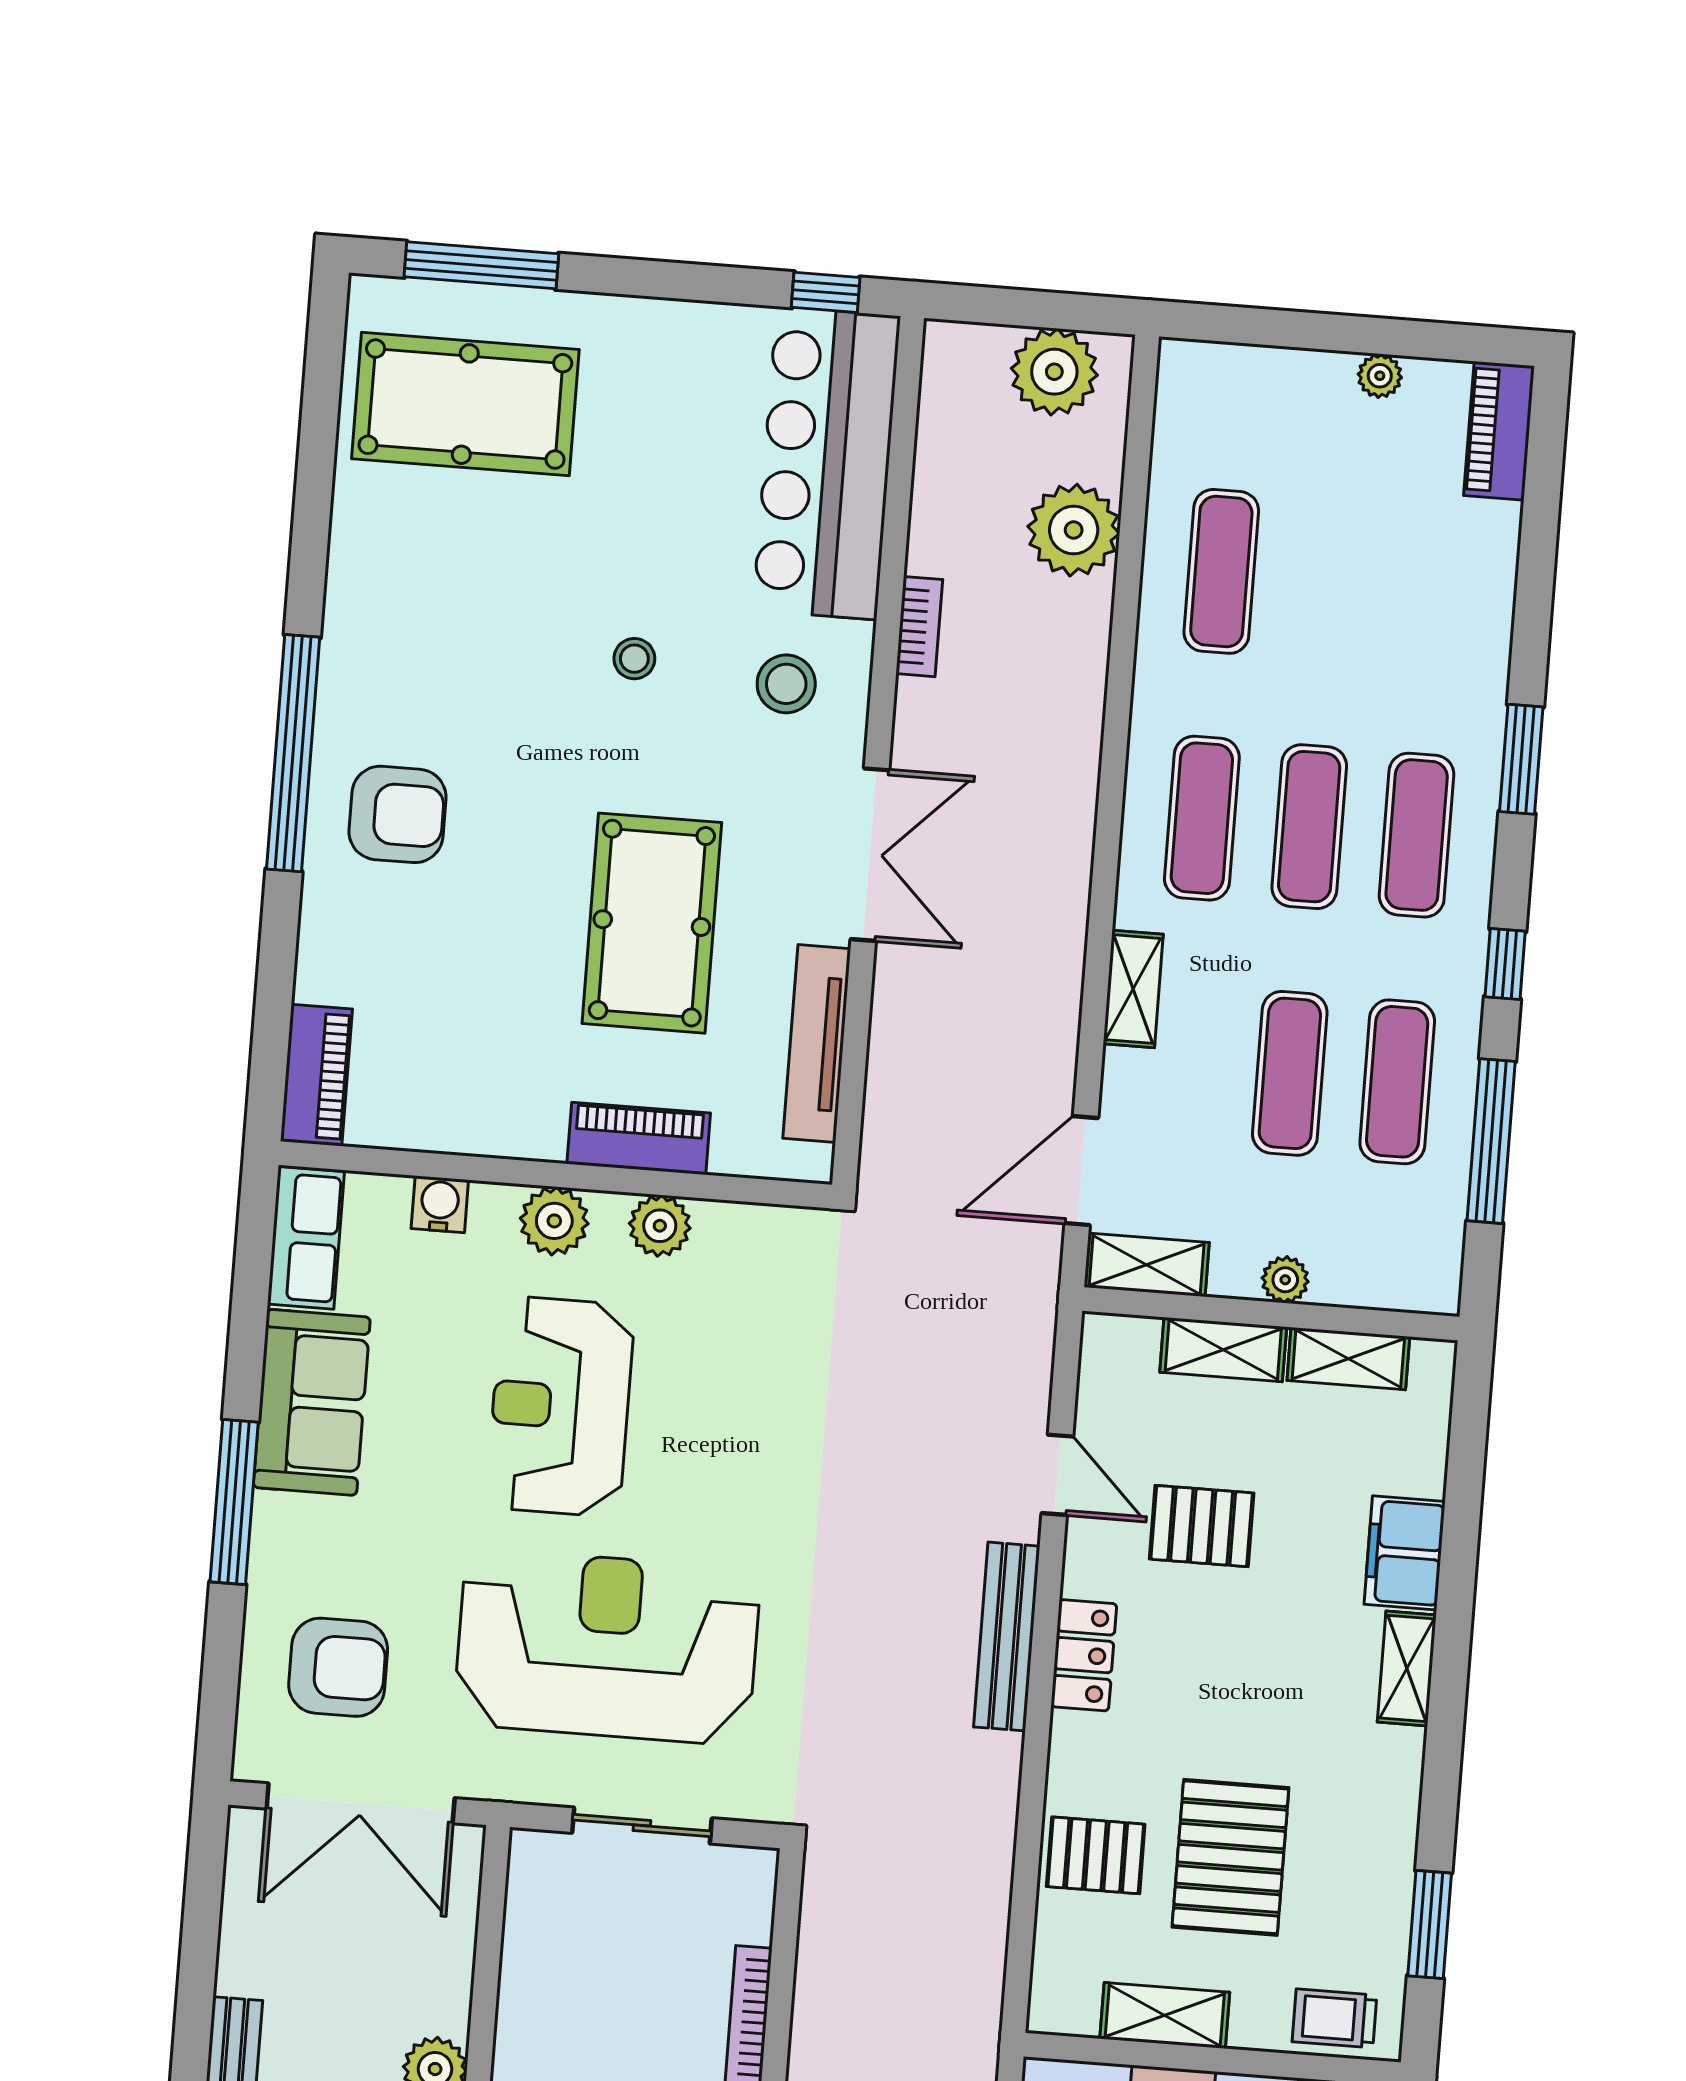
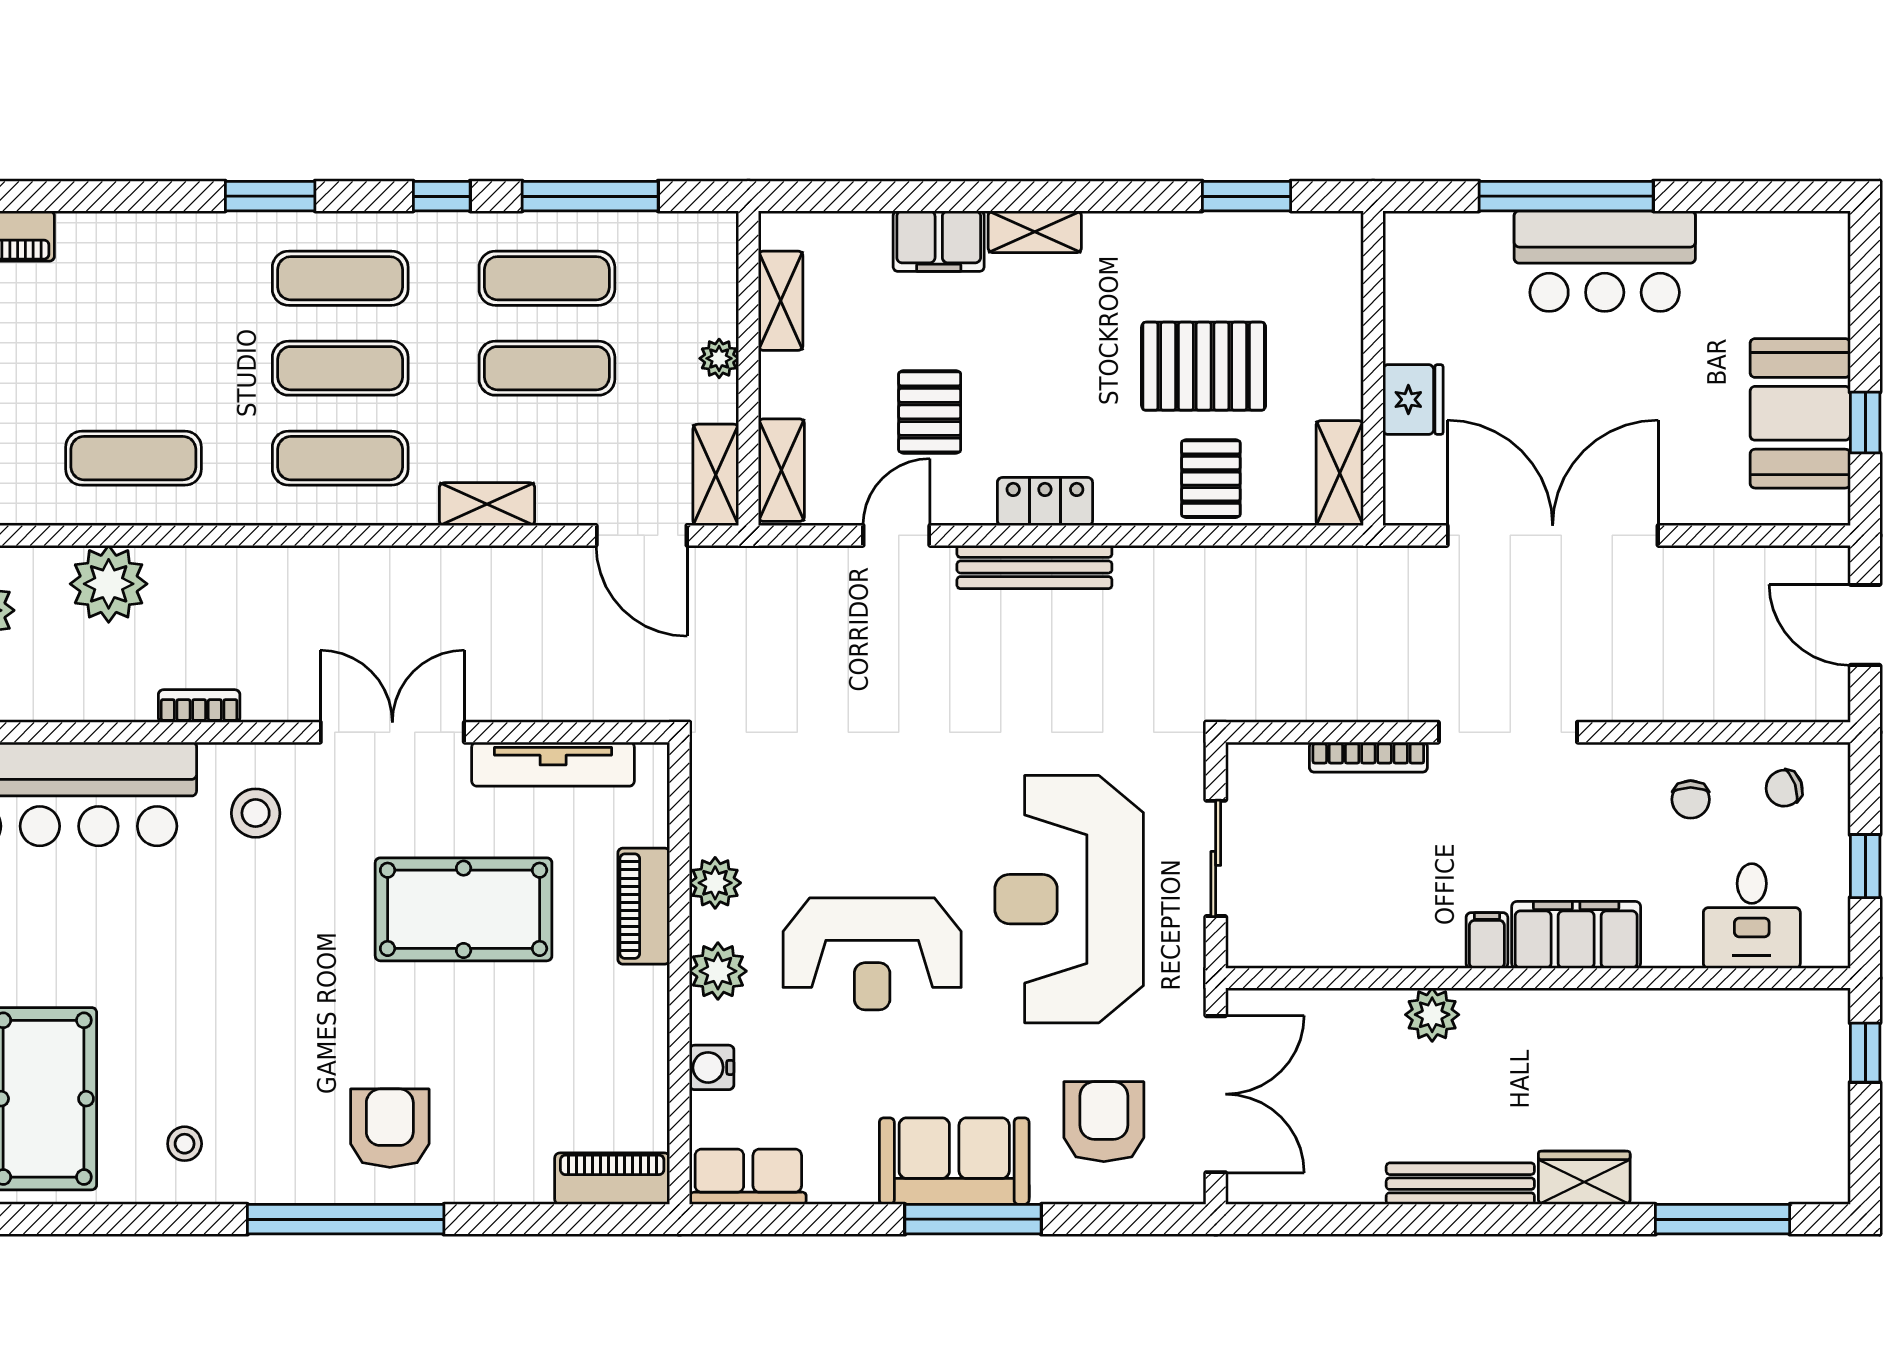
stool: (634, 659) -> (185, 1144), moved
shelving: (1223, 1350) -> (781, 470), moved
sofa: (312, 1402) -> (954, 1161), moved
shelving: (1165, 2015) -> (1340, 473), moved
trolley: (1334, 2018) -> (1331, 269), removed

